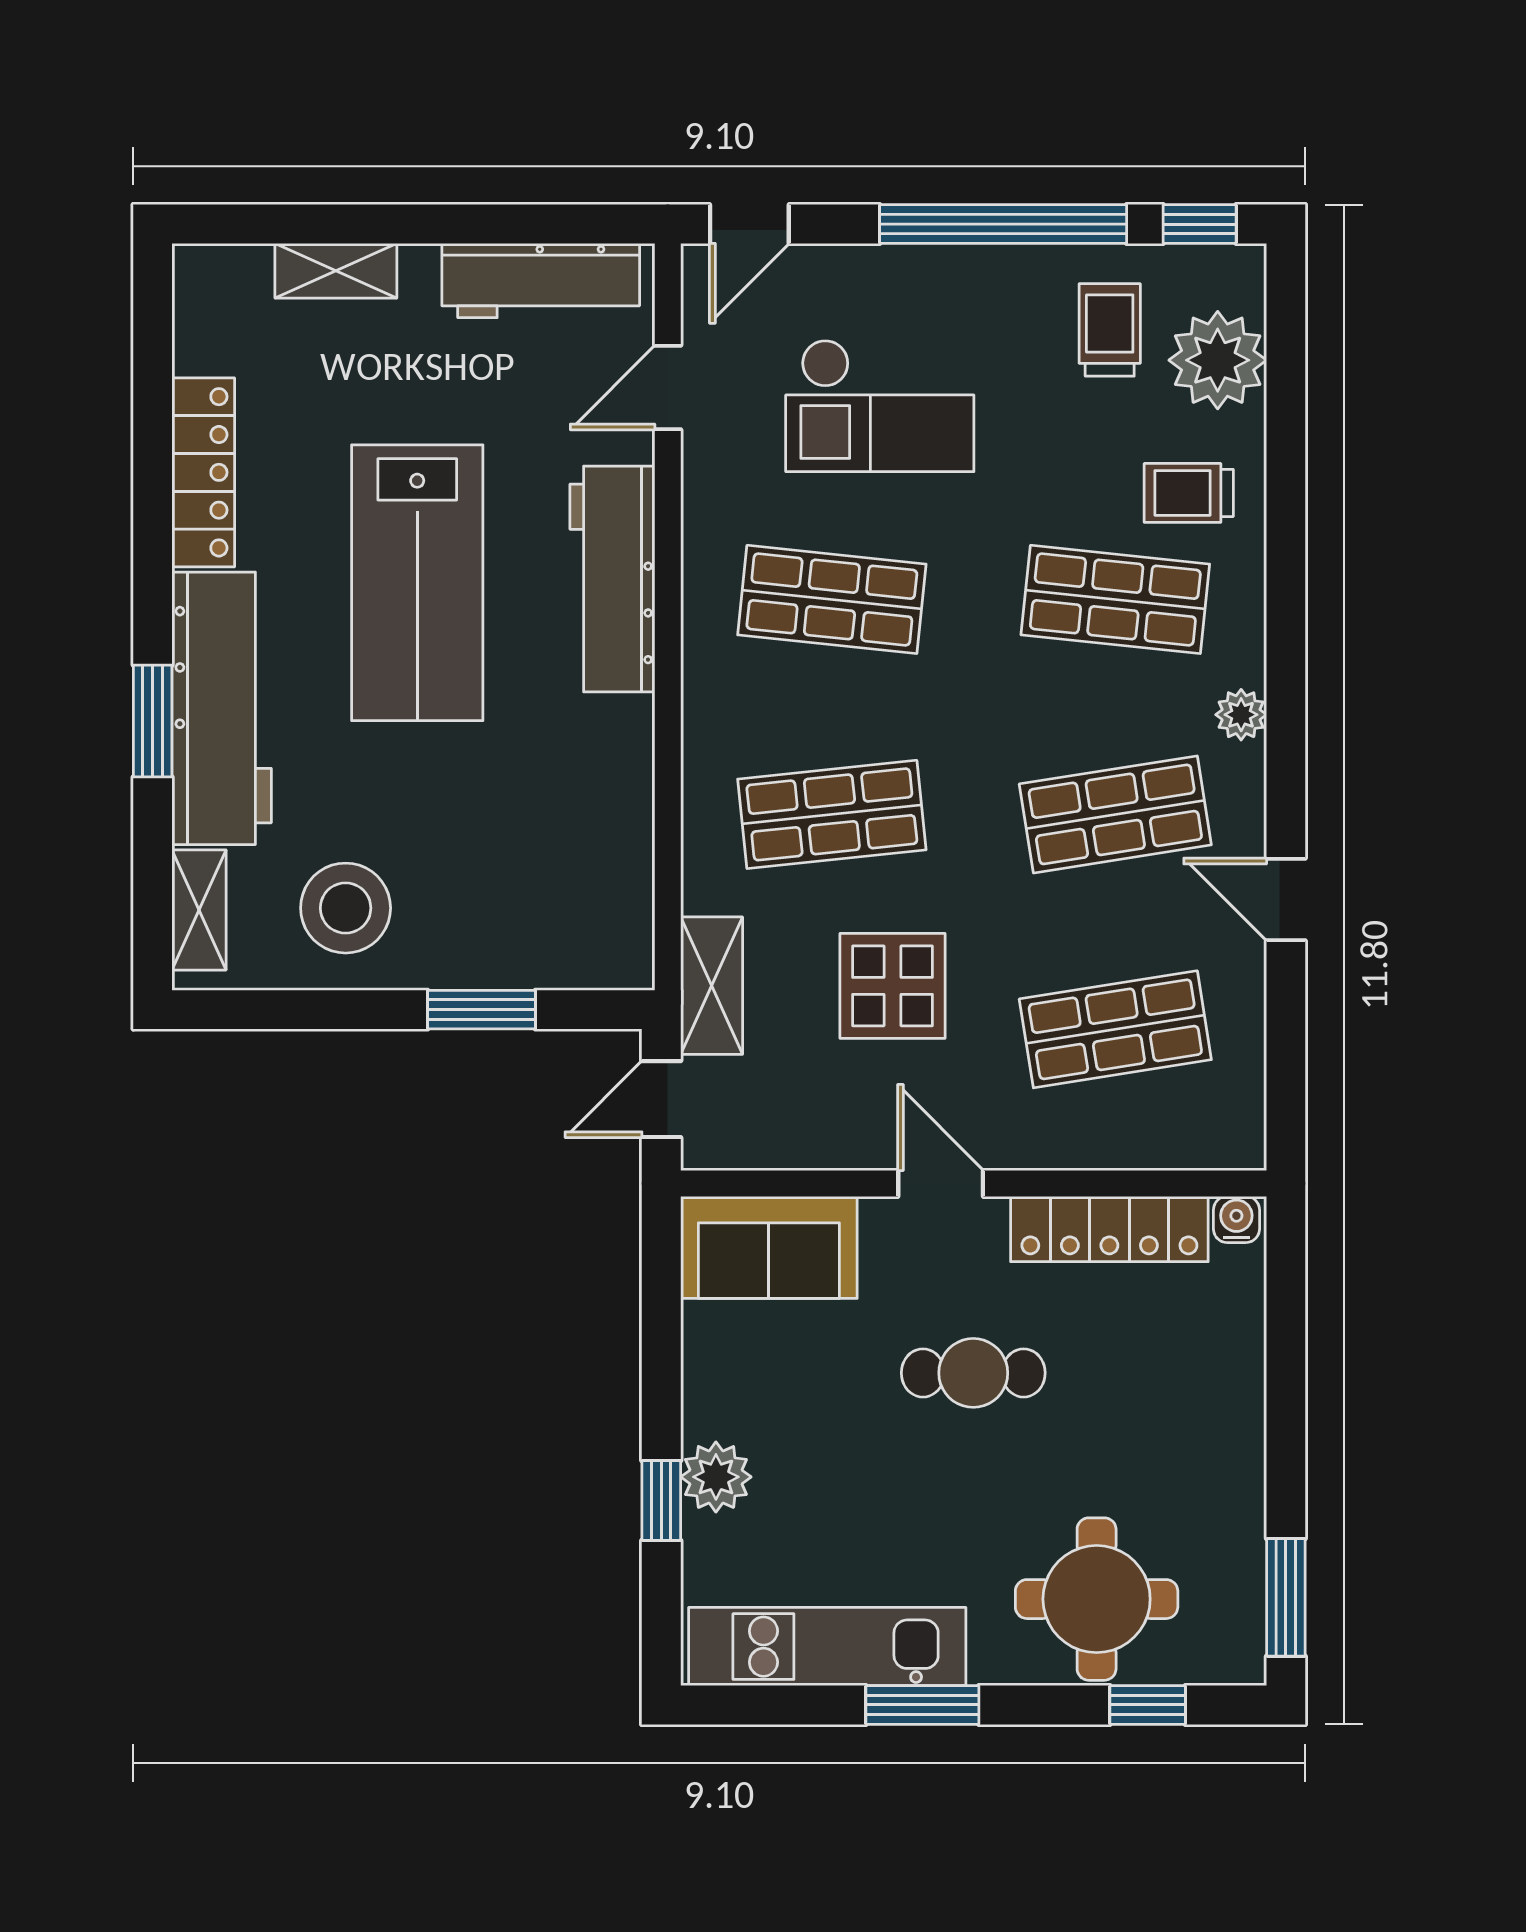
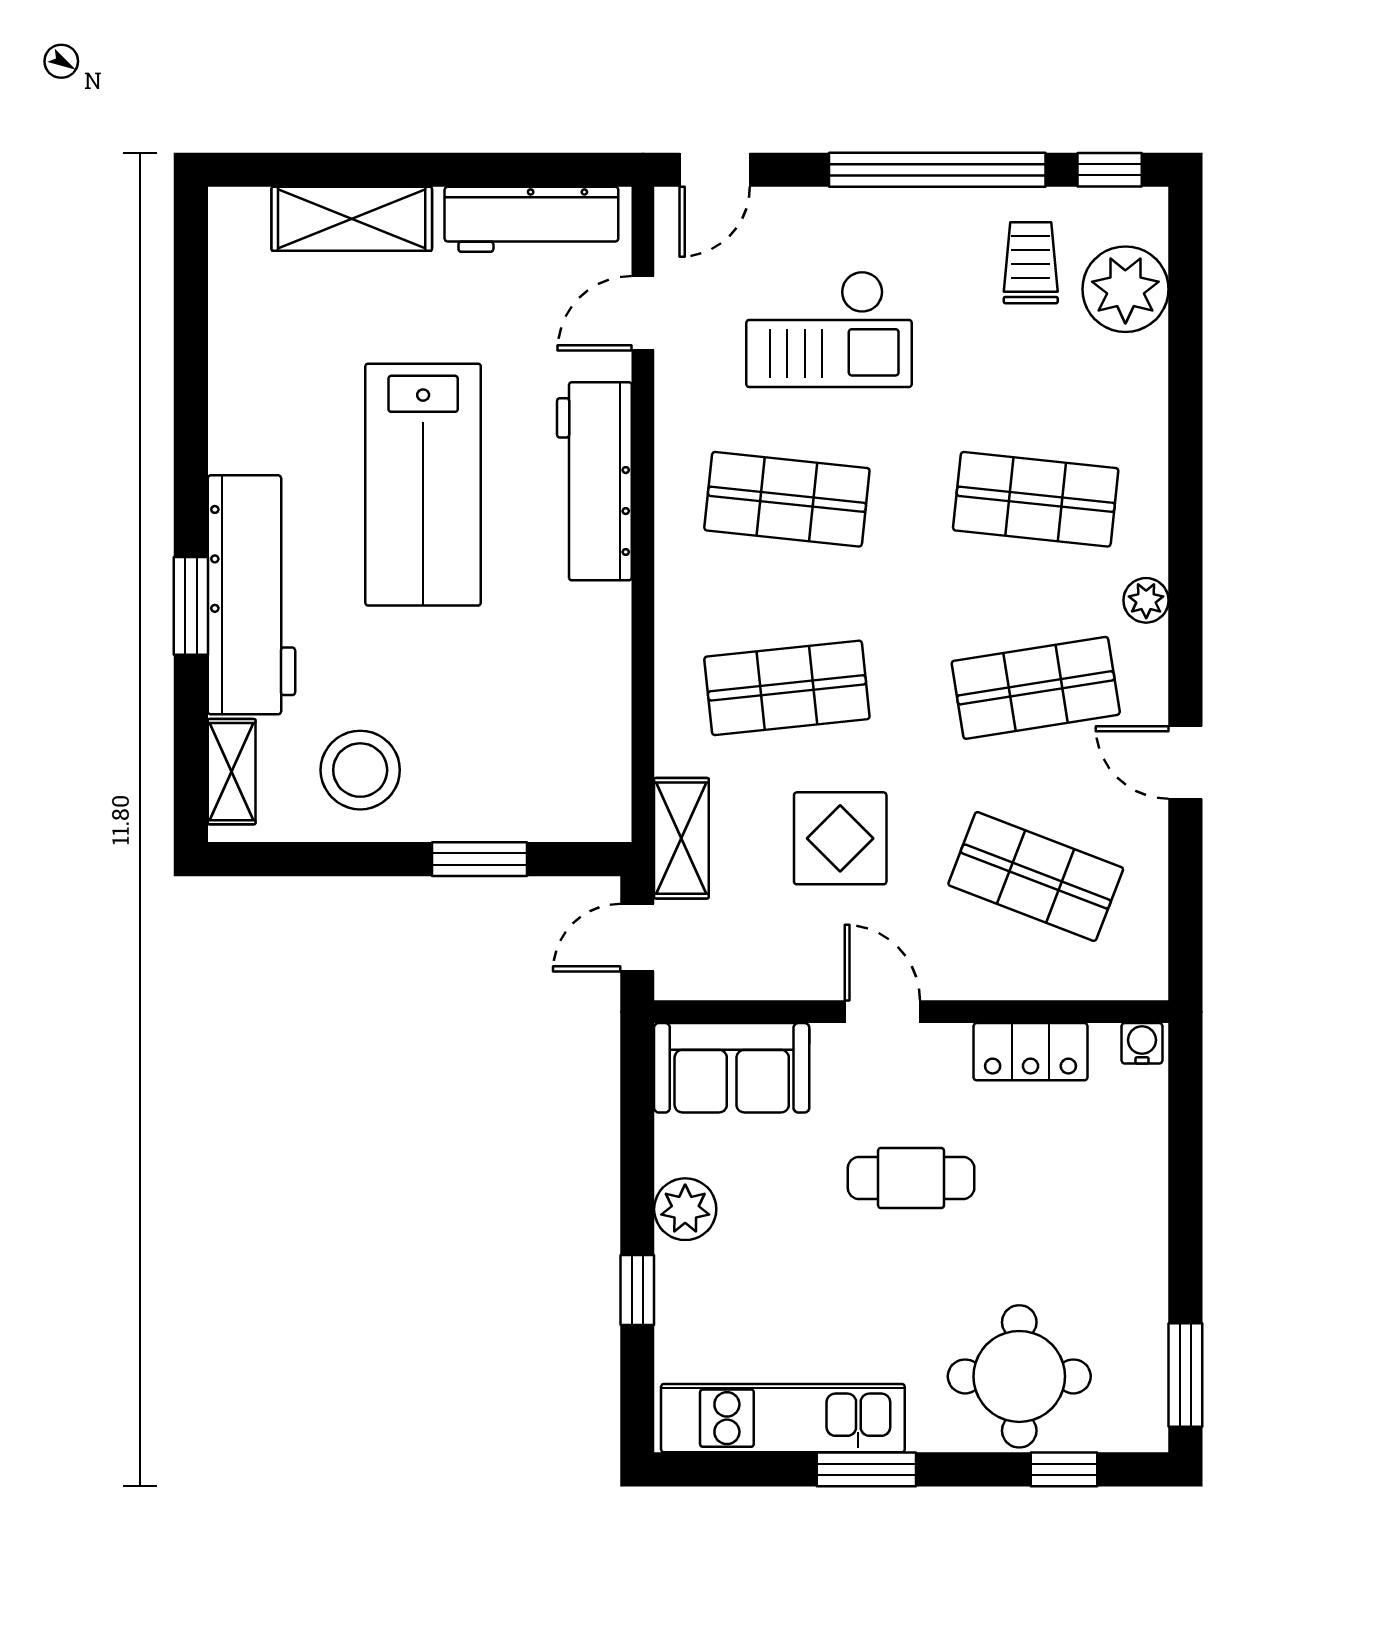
shelving: (336, 271) -> (352, 219), width x1.50, depth x1.33
locker: (203, 472) -> (235, 388), removed
trolley: (1189, 493) -> (1100, 406), removed
shop shelf: (1115, 1029) -> (1036, 876), turned 30
locker: (1109, 1229) -> (1030, 1052), width x0.66
plant: (716, 1477) -> (685, 1209), moved

